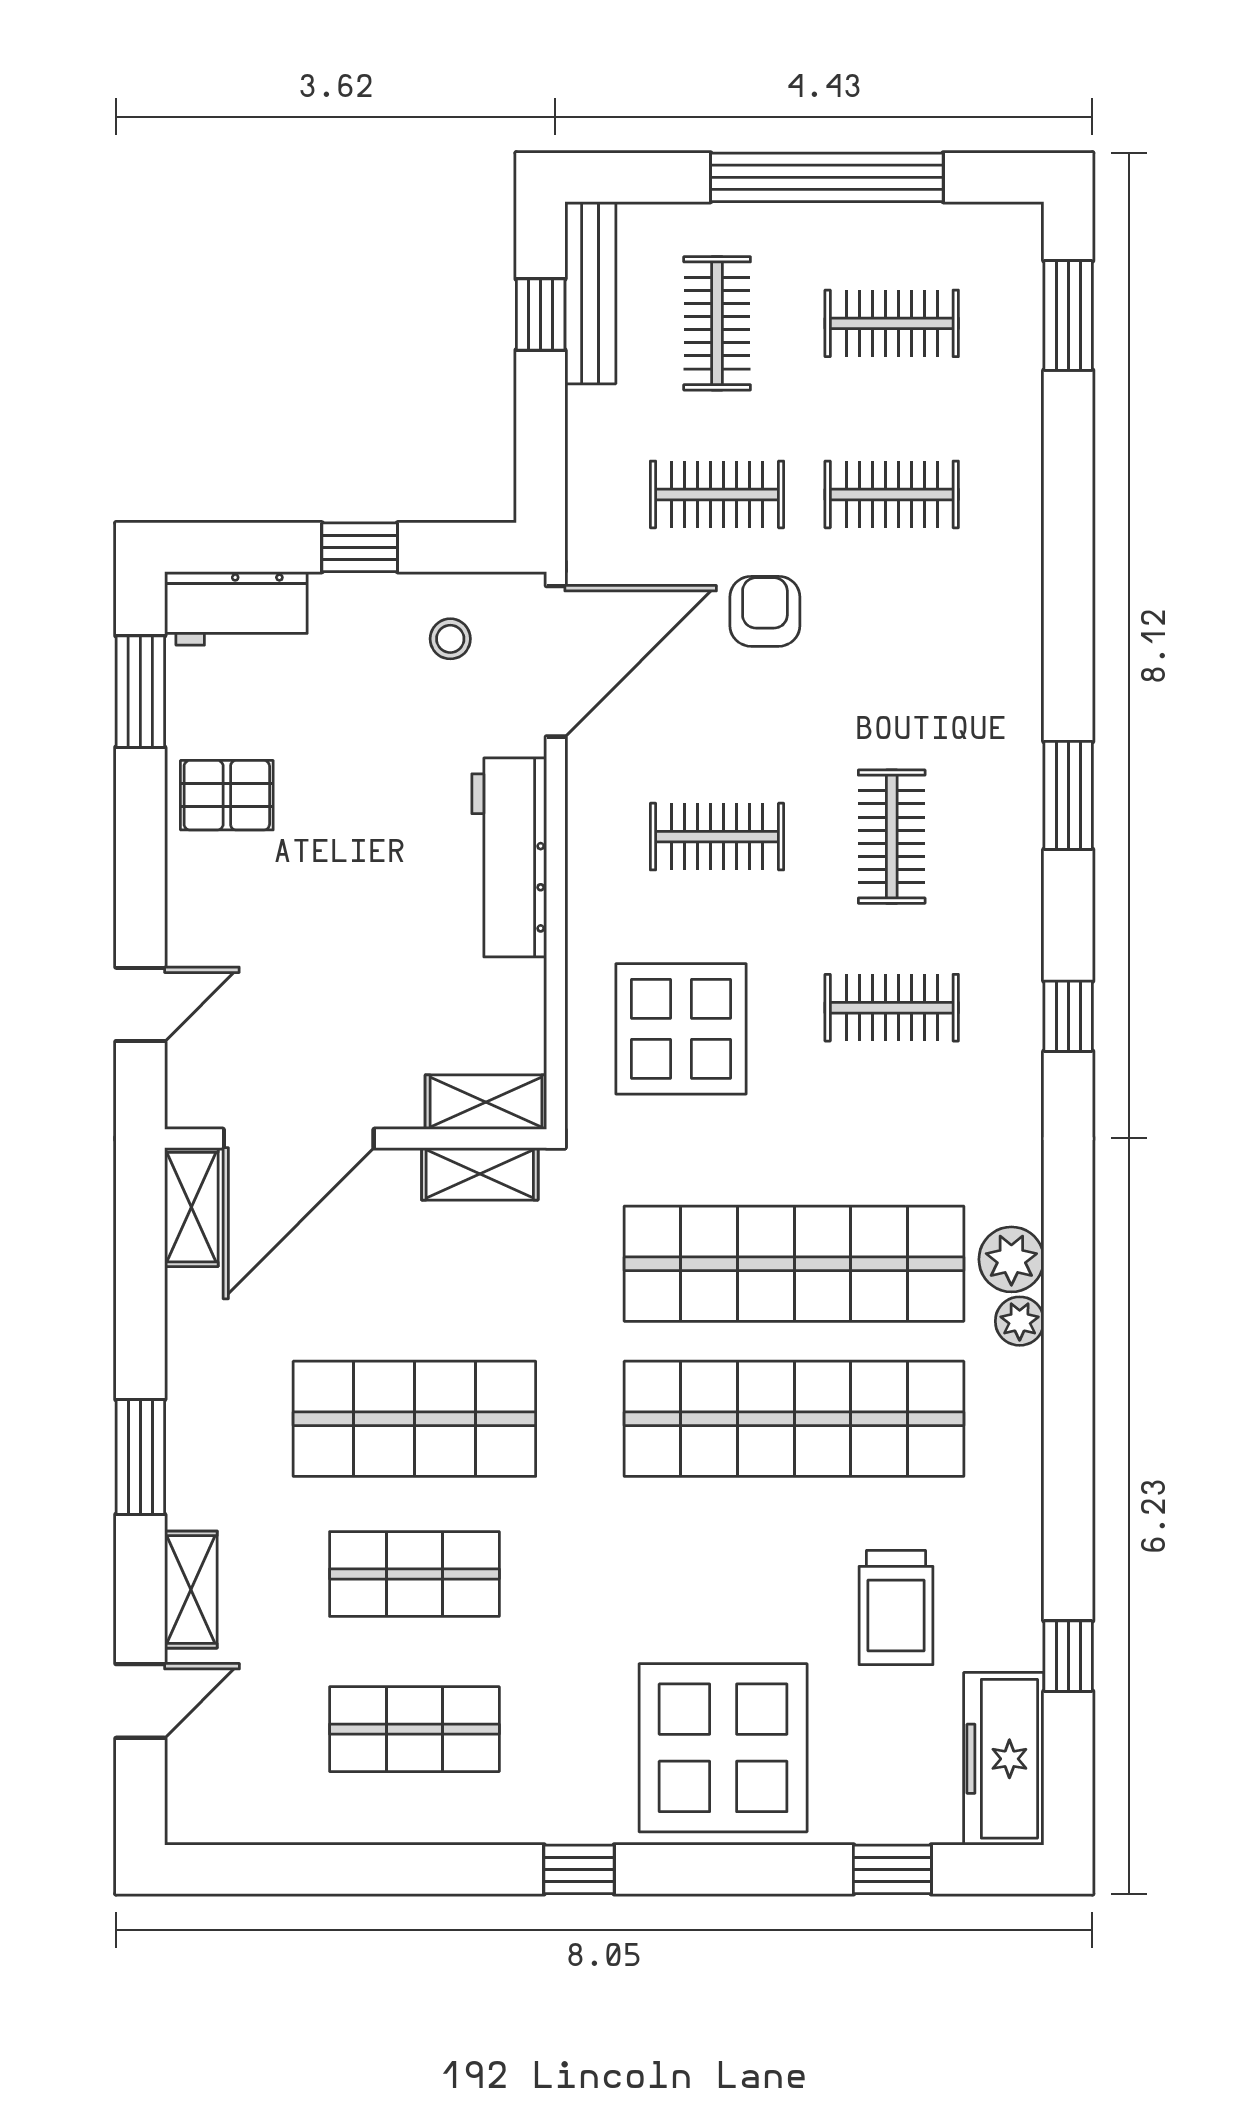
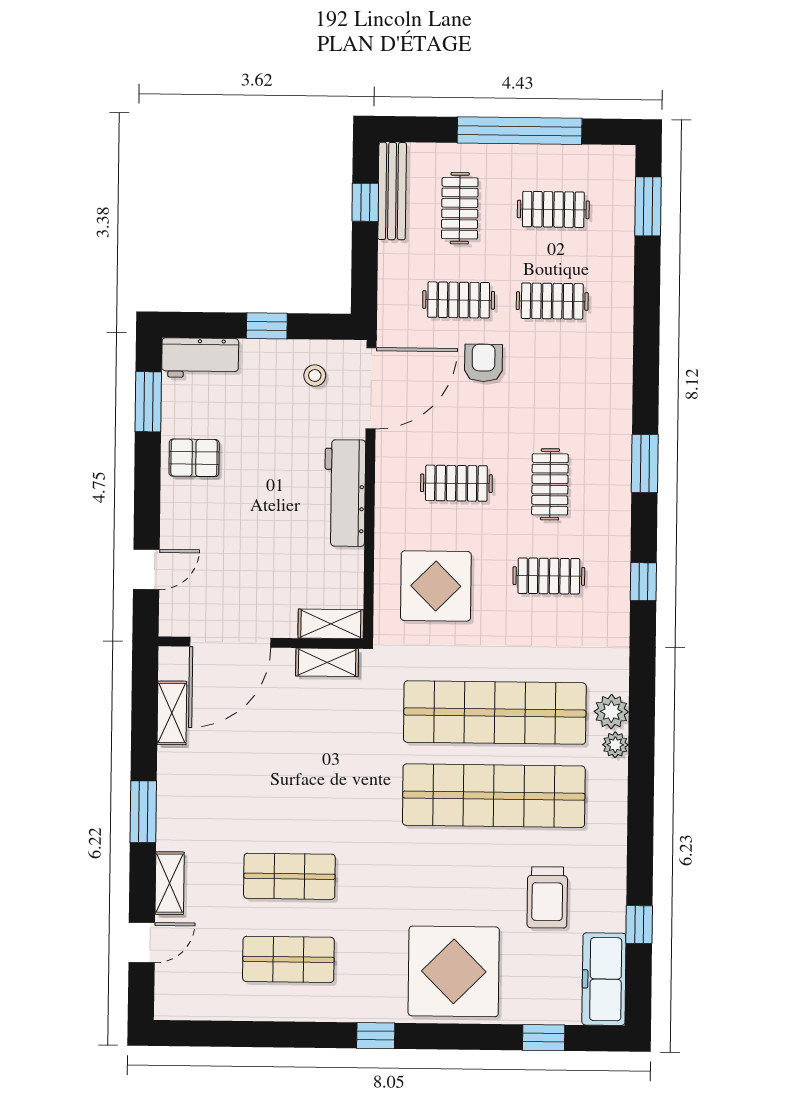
shelving: (191, 1207) -> (172, 713), moved
shop shelf: (414, 1419) -> (290, 793), removed

